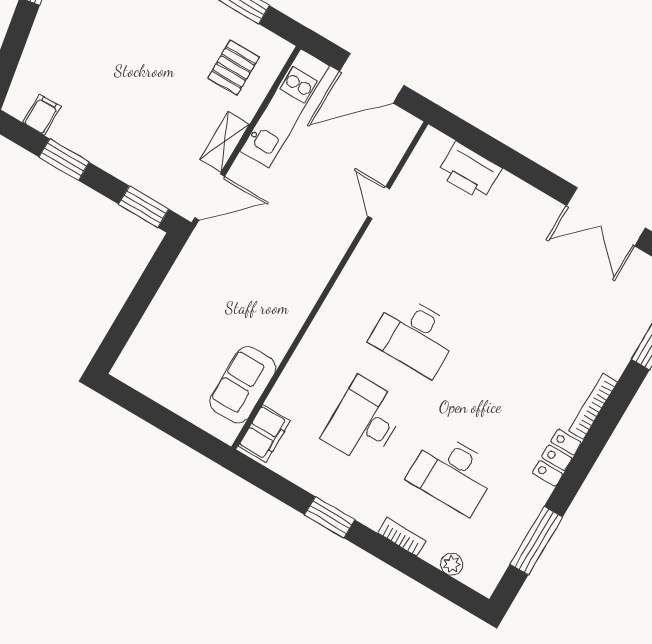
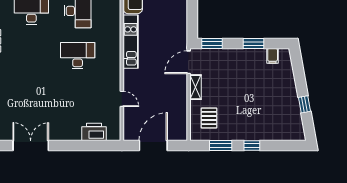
kitchen unit: (285, 108) -> (131, 42), moved, turned 180

